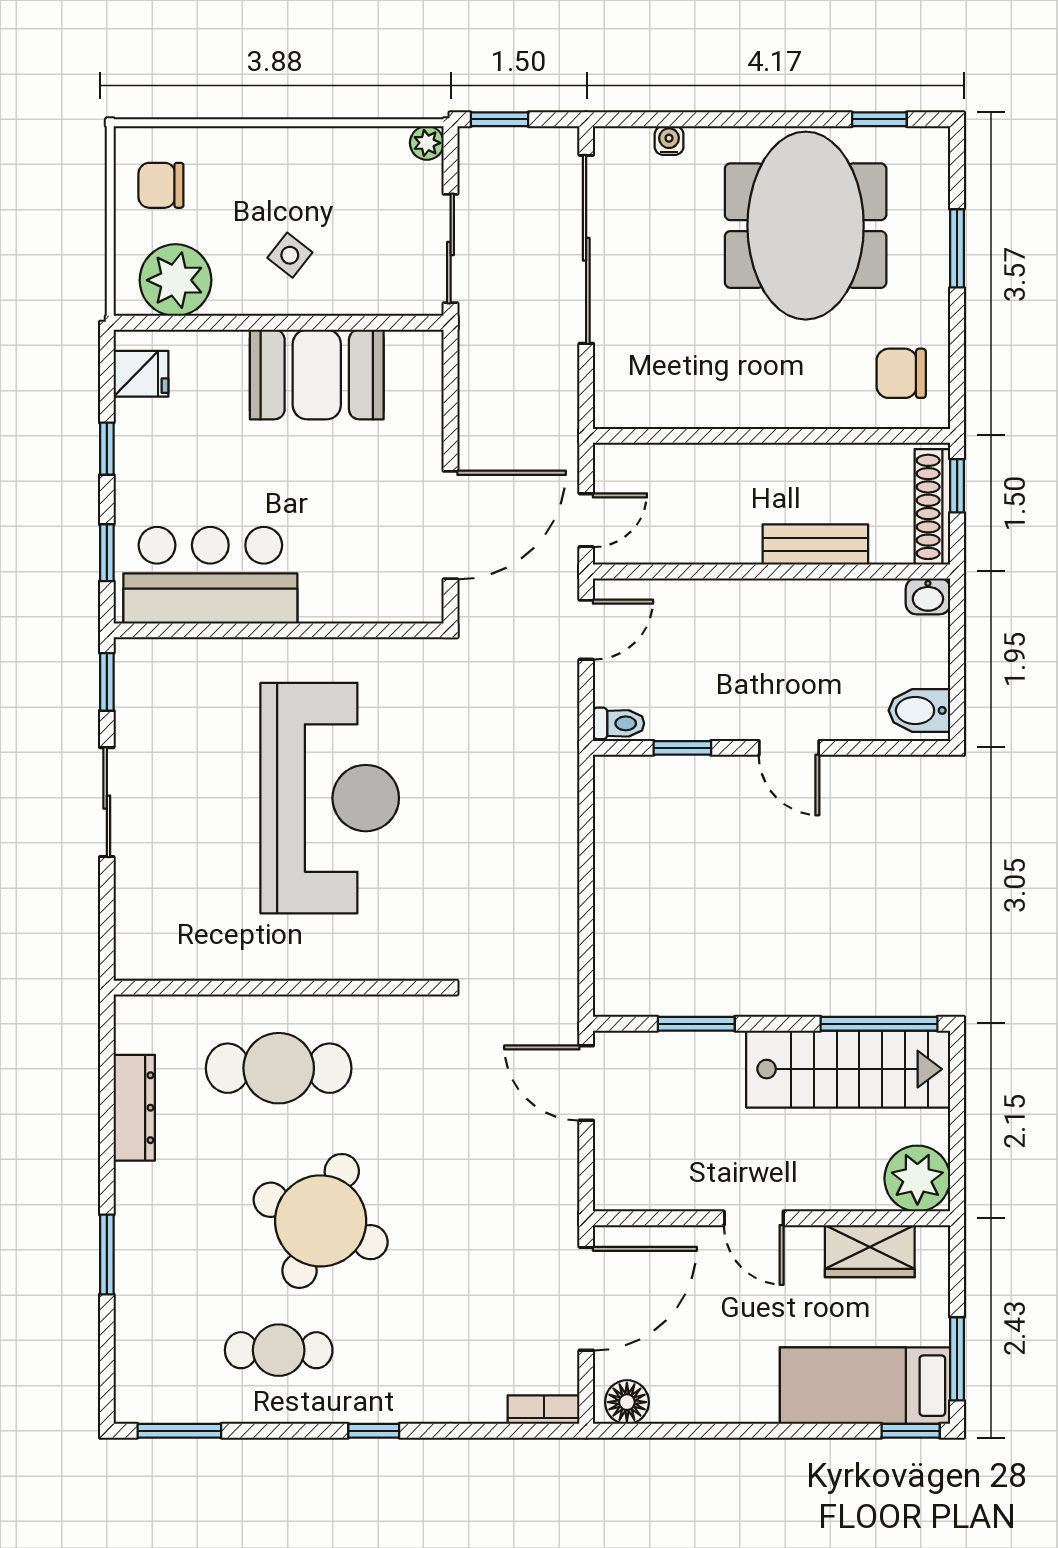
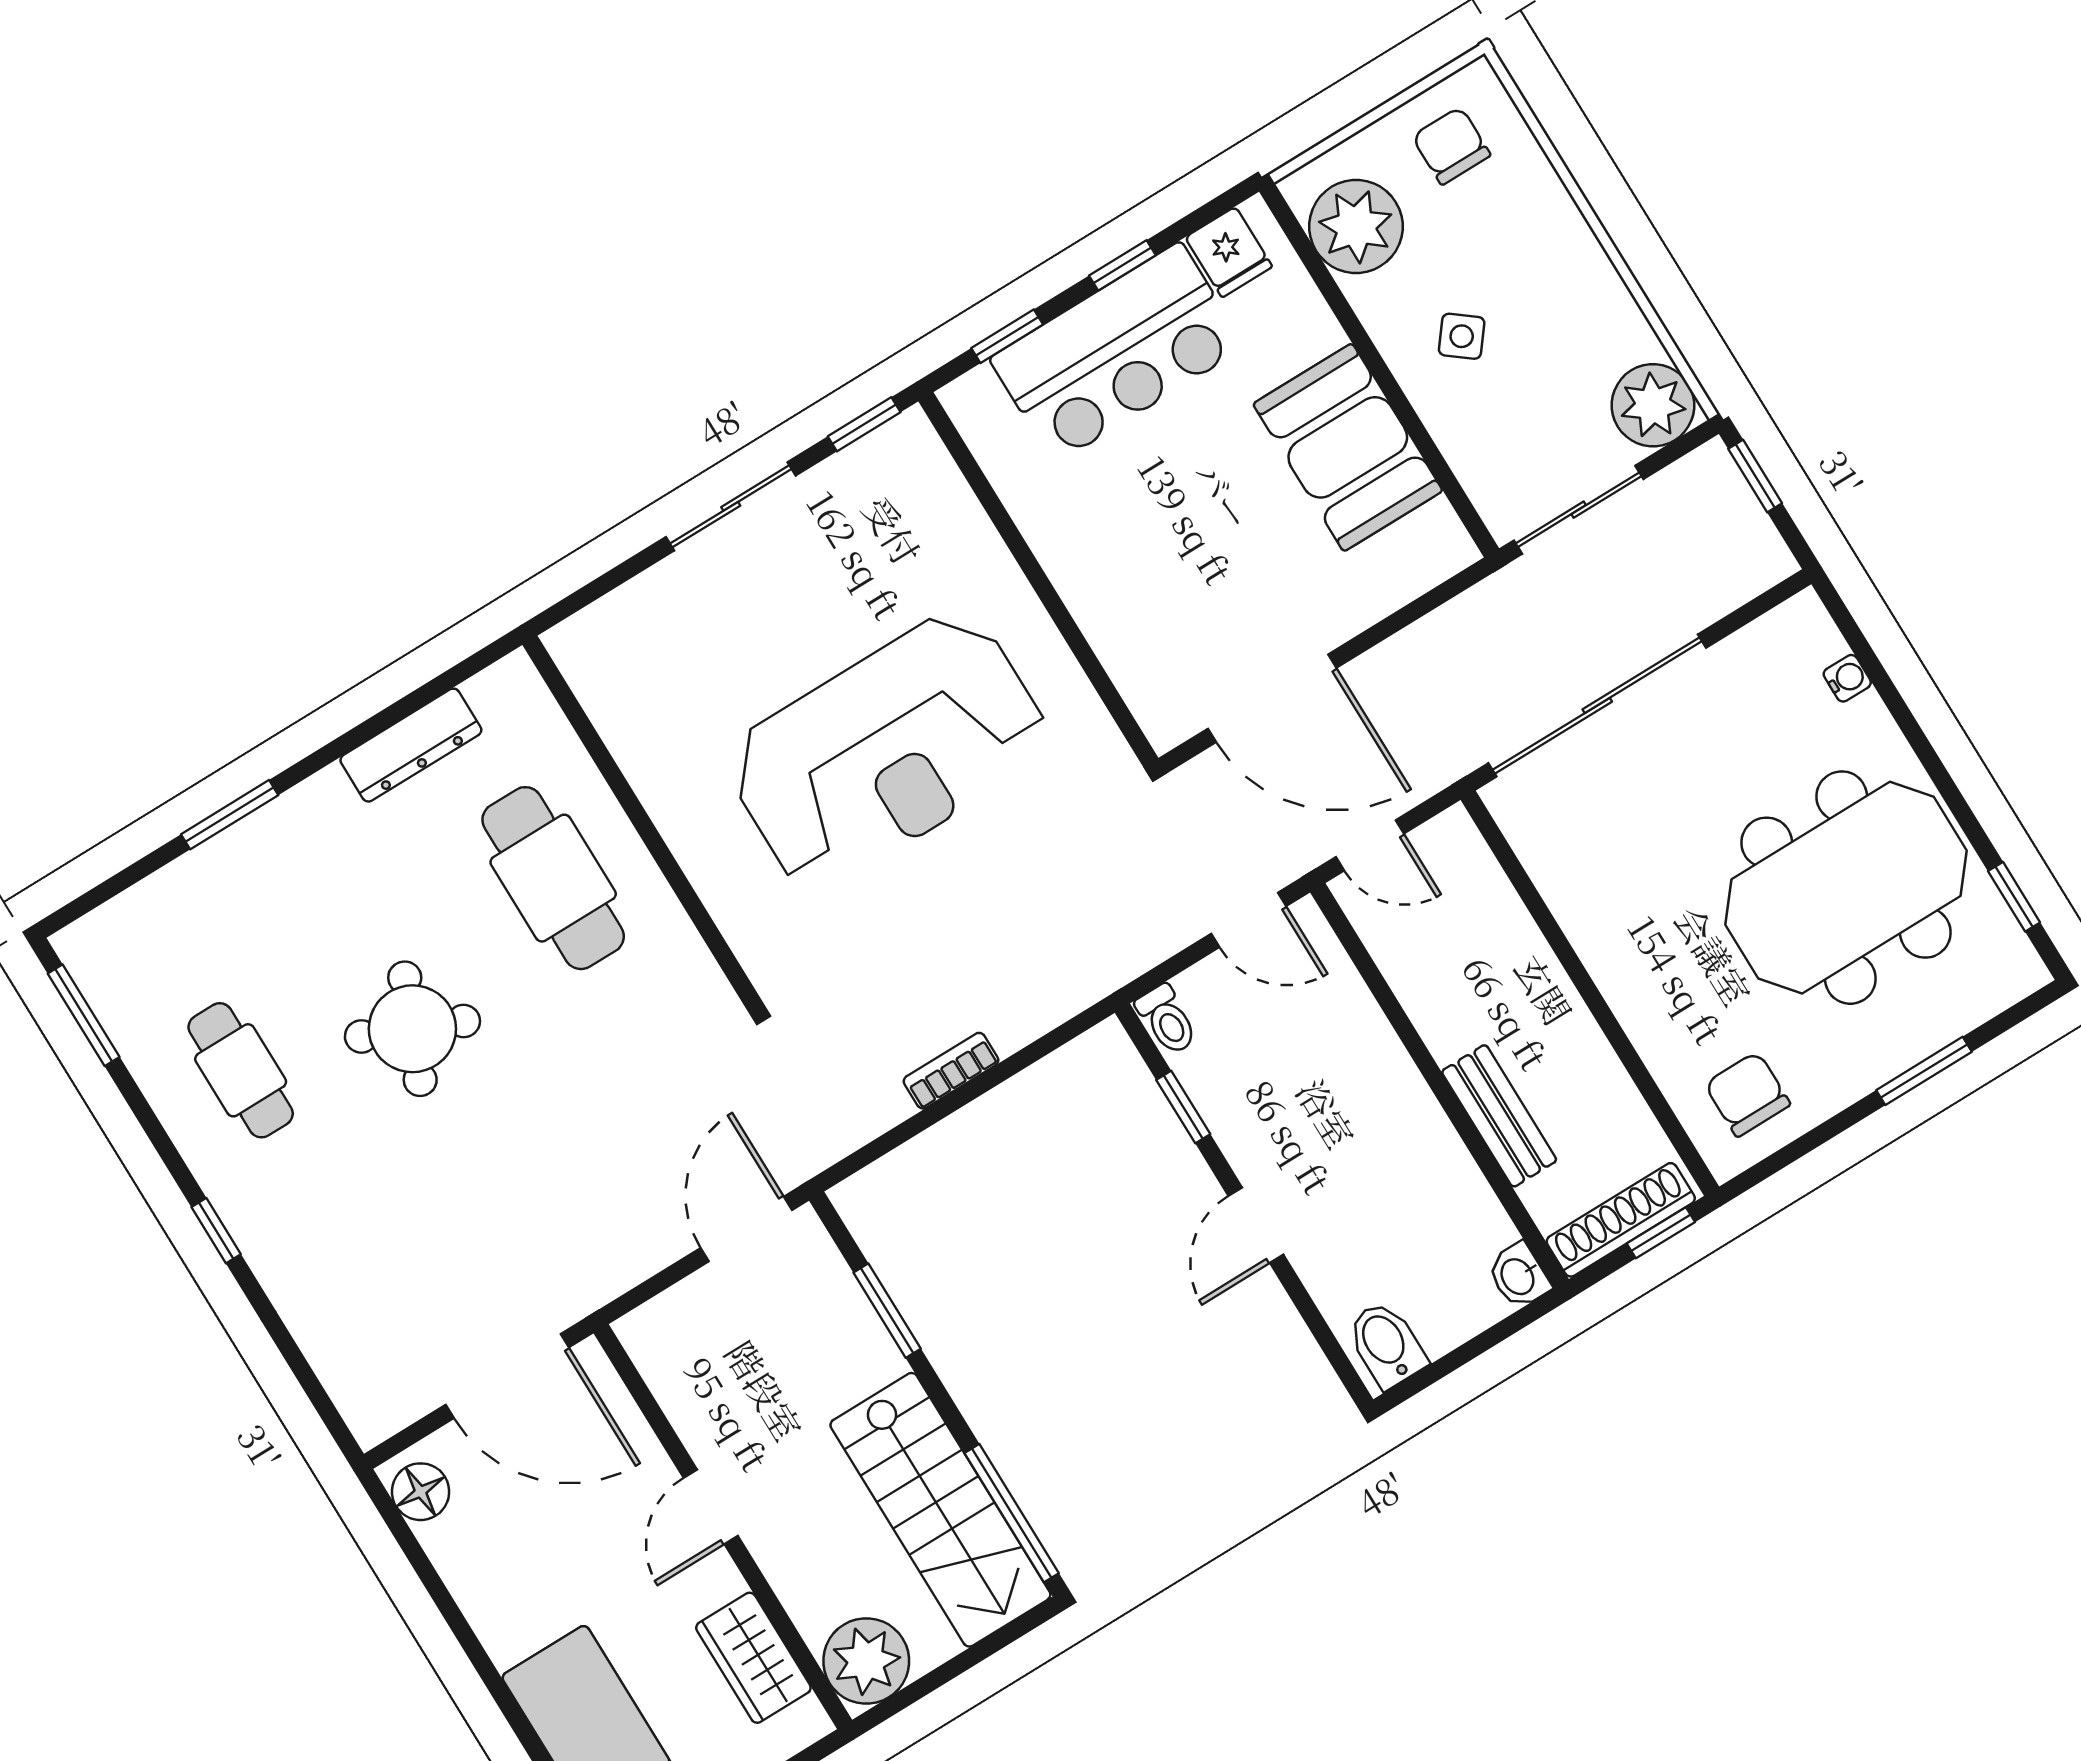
plant: (427, 143) -> (1653, 405), width x1.87, depth x1.87
sliding door: (586, 249) -> (1597, 705), moved
bar counter: (210, 575) -> (1117, 353), moved, turned 90
round table: (321, 1221) -> (412, 1029), width x0.73, depth x0.73
bookcase: (544, 1410) -> (951, 1071), moved, turned -90

